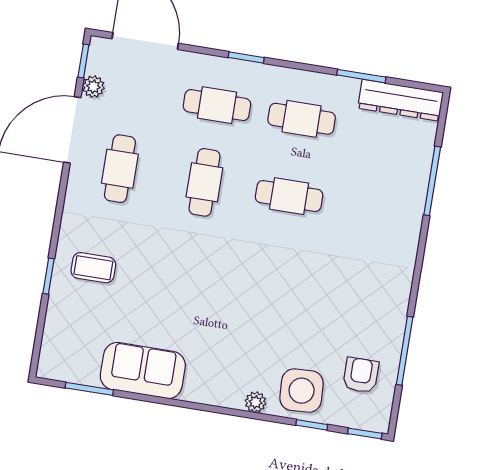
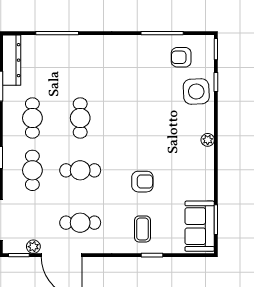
armchair: (170, 280) -> (142, 182), added
sofa: (143, 371) -> (200, 226), moved
plant: (256, 402) -> (208, 140), moved

